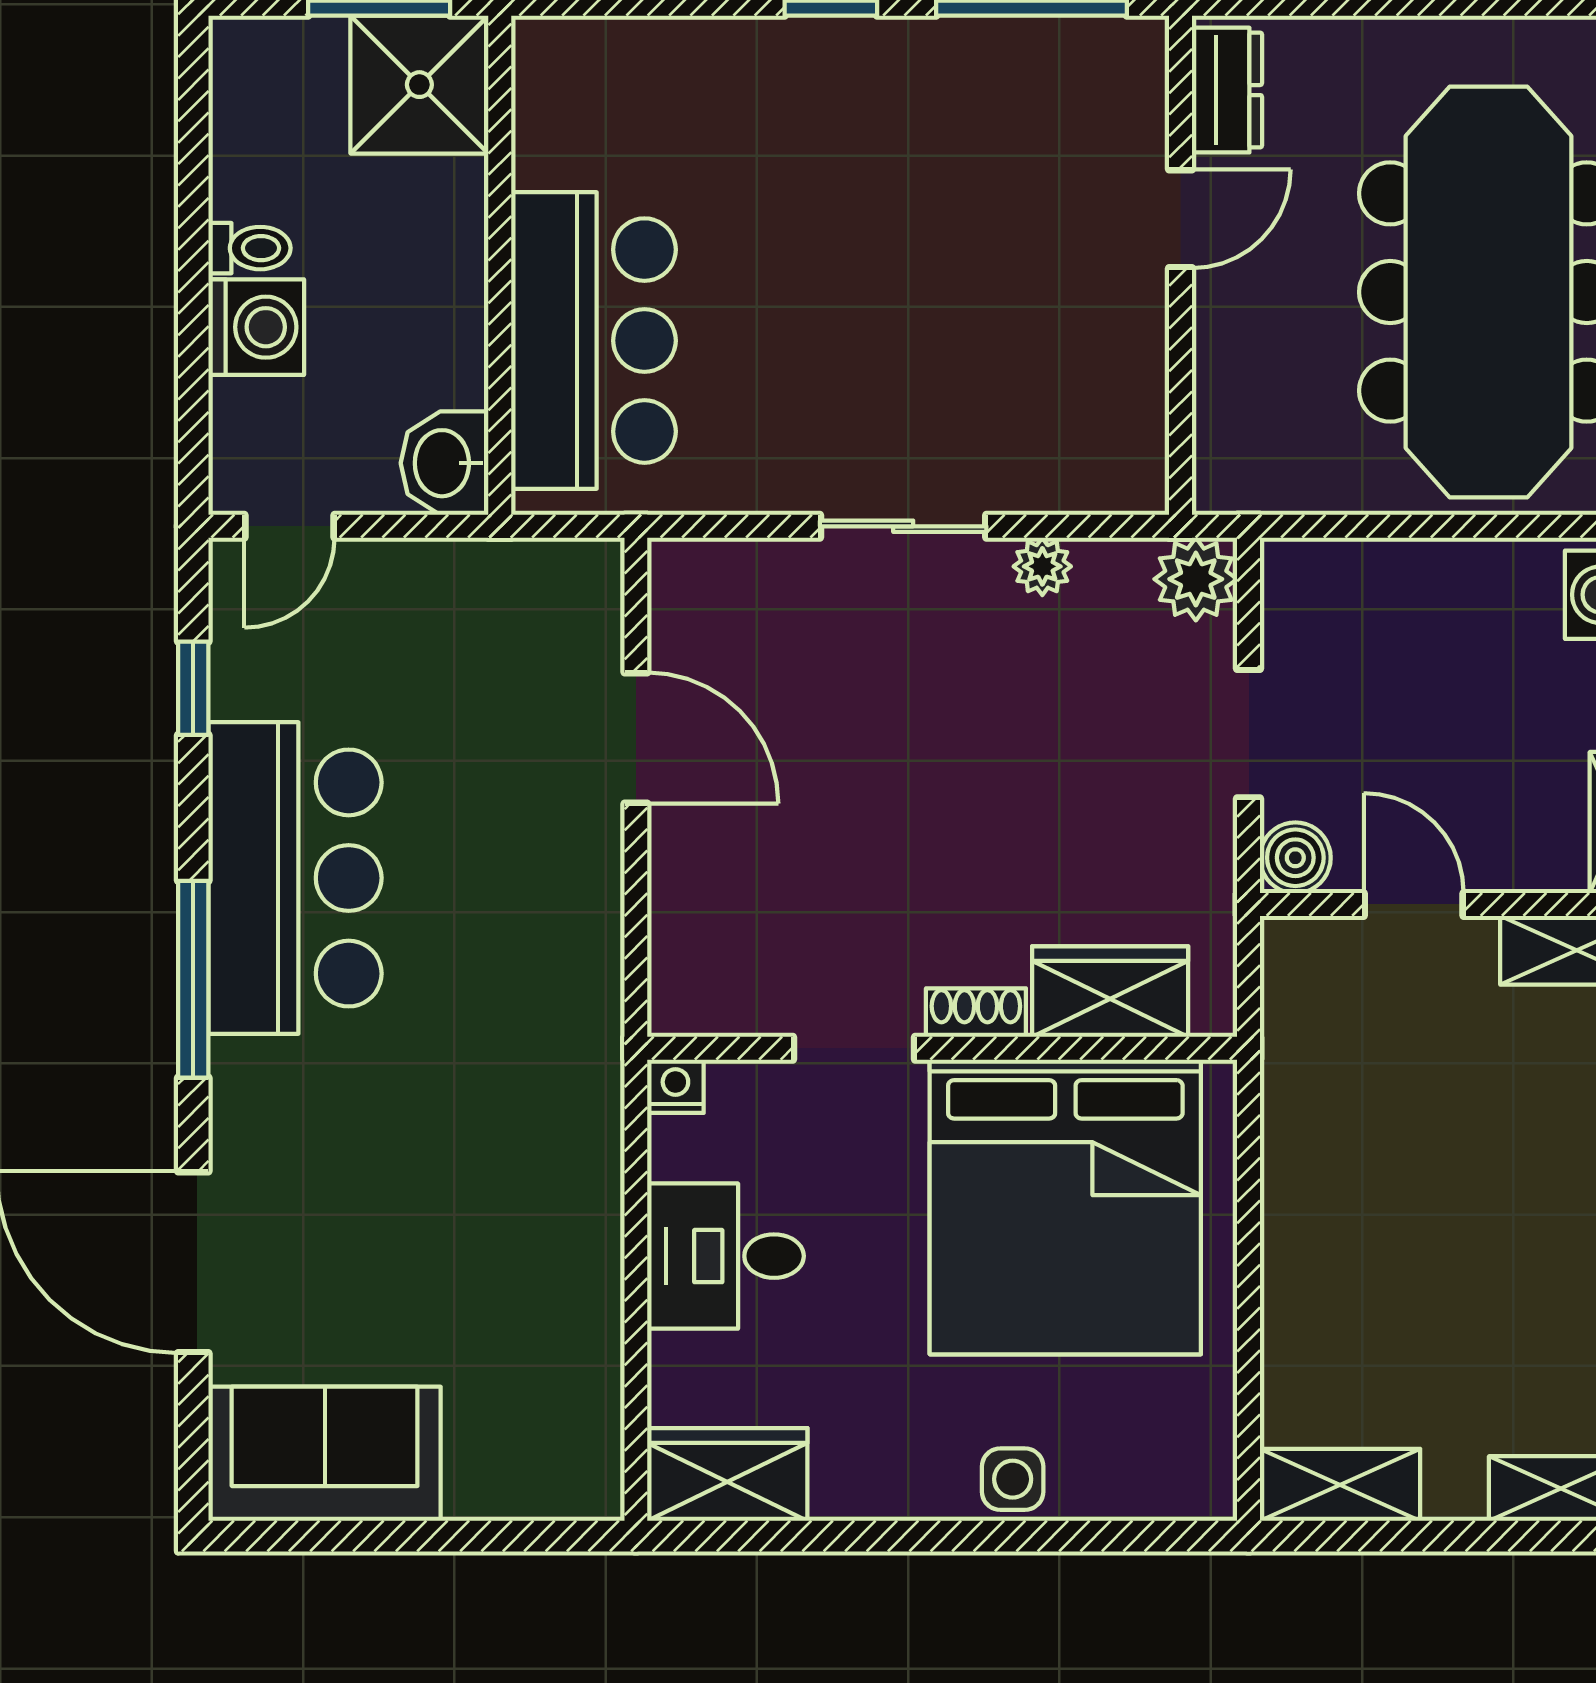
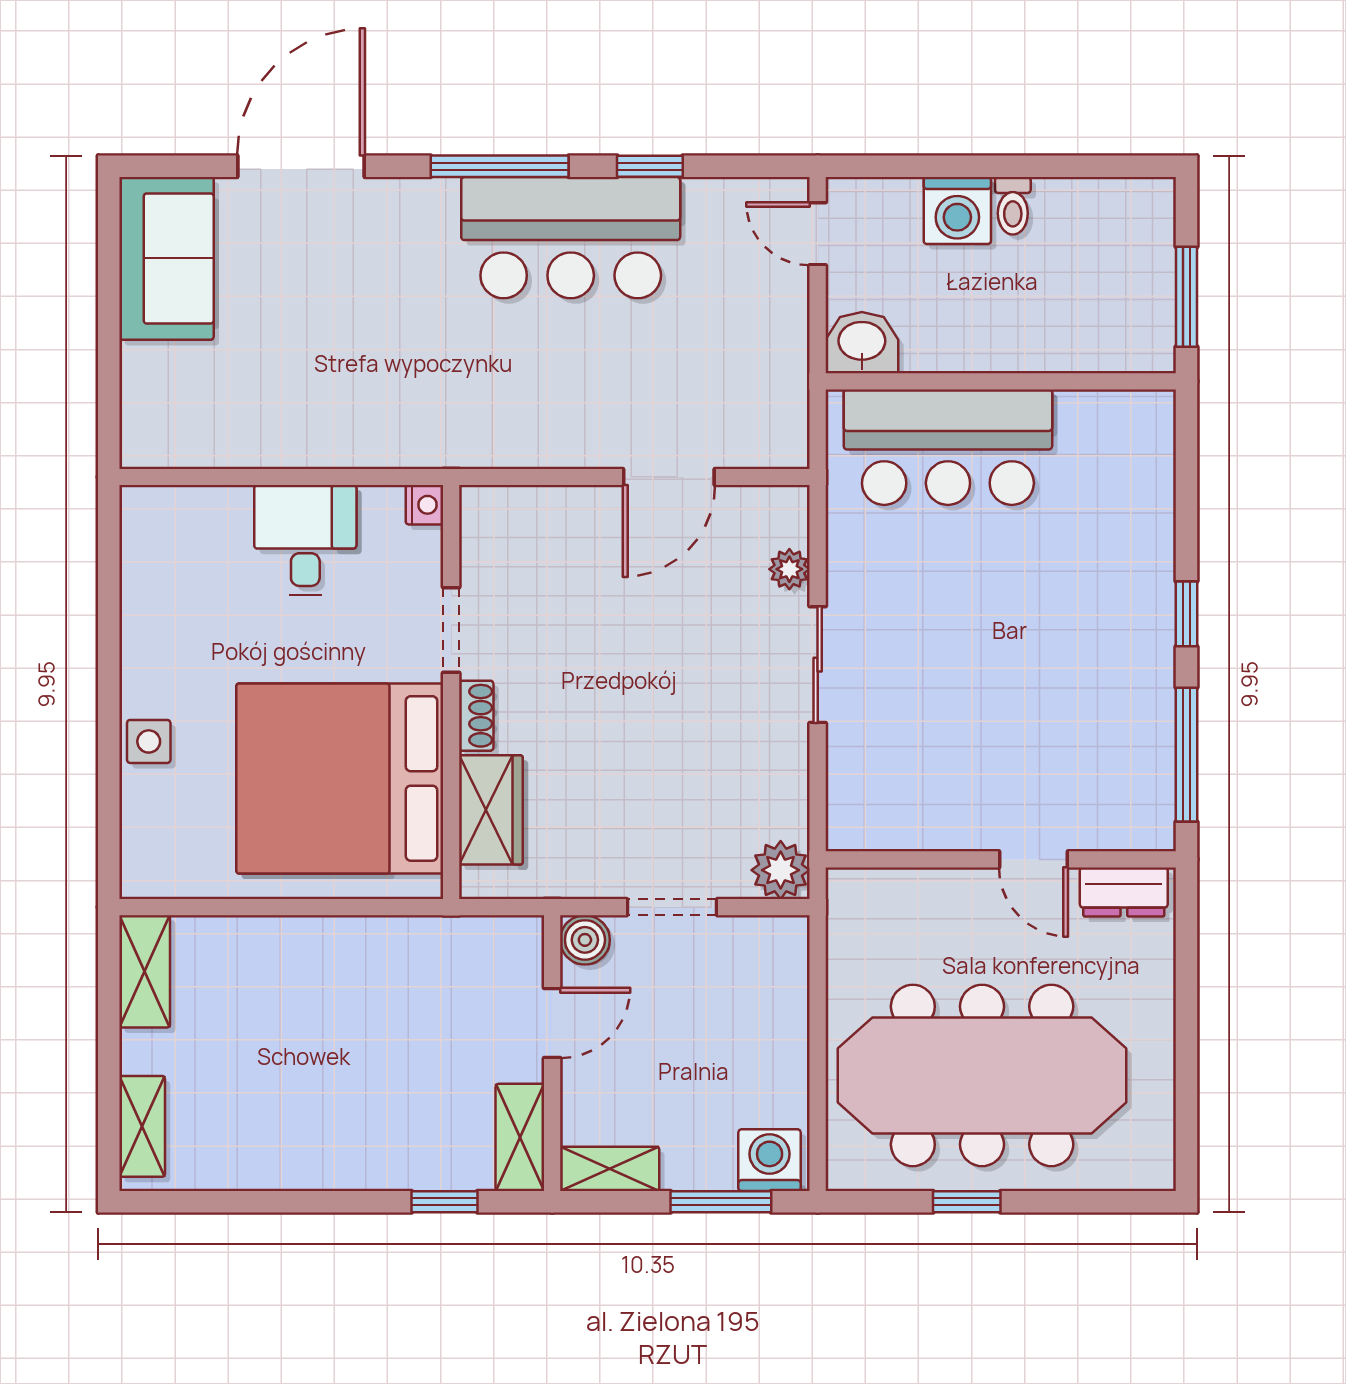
shower: (419, 85) -> (1128, 325), removed
plant: (1042, 566) -> (789, 569), moved
window: (193, 688) -> (650, 166), moved
wardrobe: (727, 1475) -> (152, 541), removed

